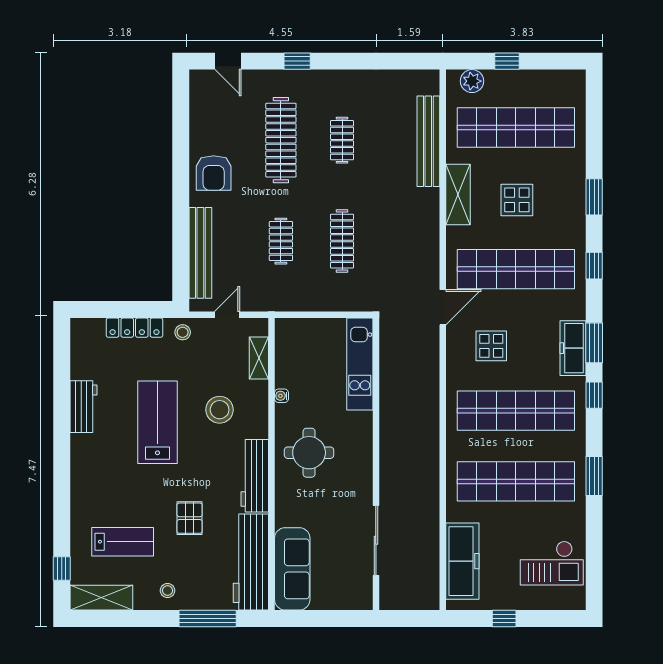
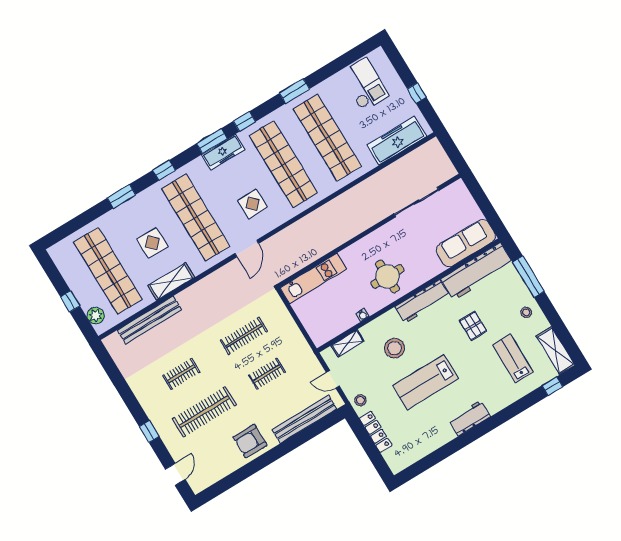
armchair: (214, 173) -> (250, 441), turned 180
door: (443, 307) -> (247, 248), swing flipped
workbench: (83, 407) -> (469, 418), moved
pallet: (190, 518) -> (473, 326), turned 90

